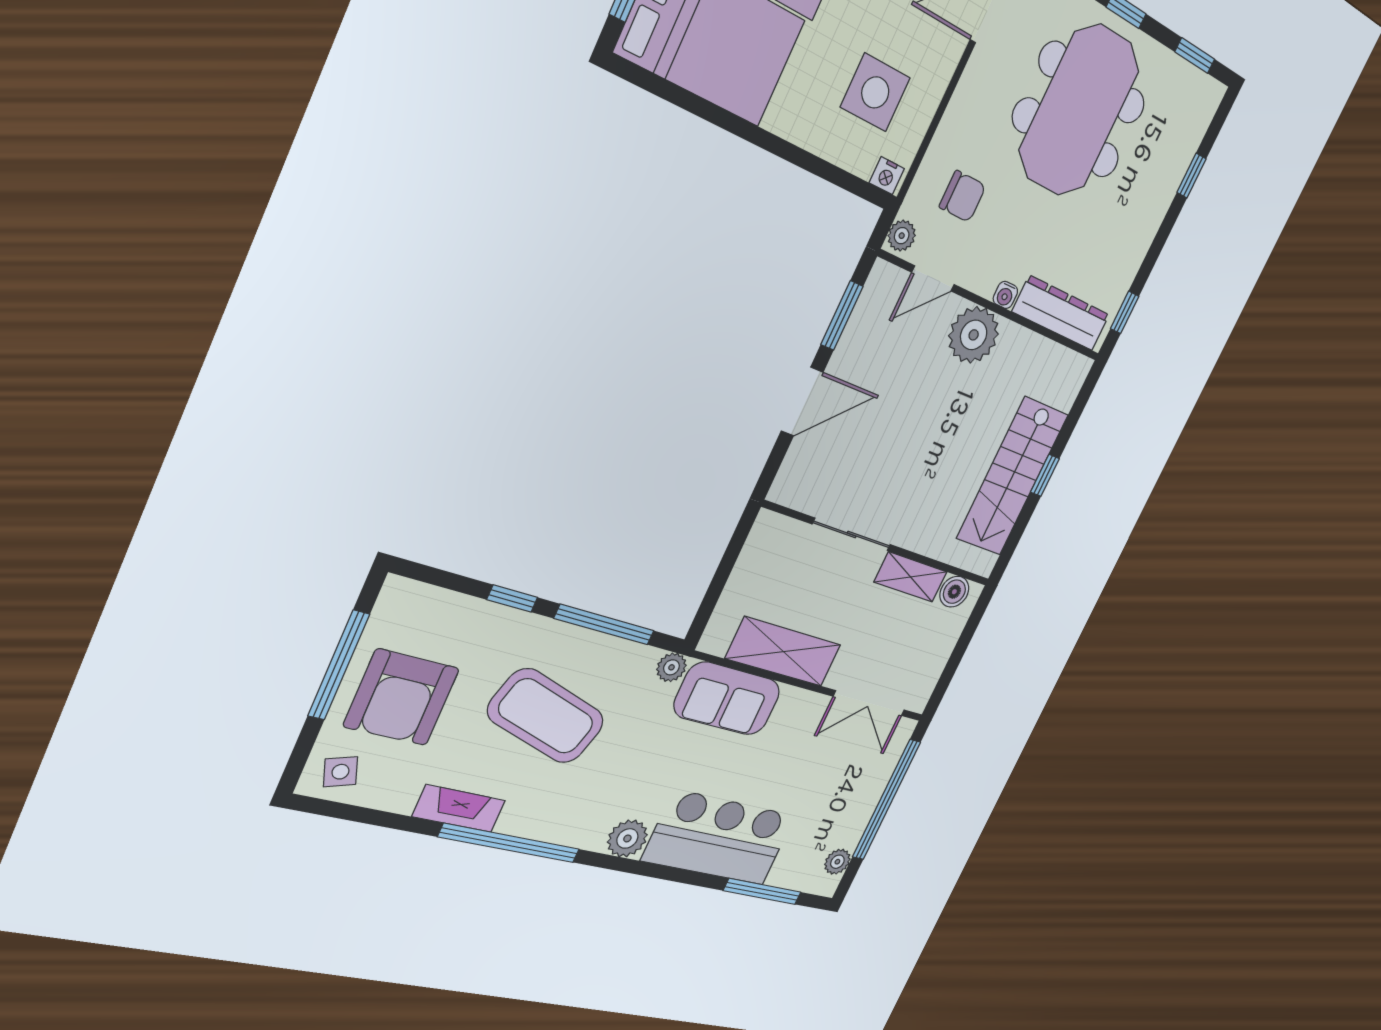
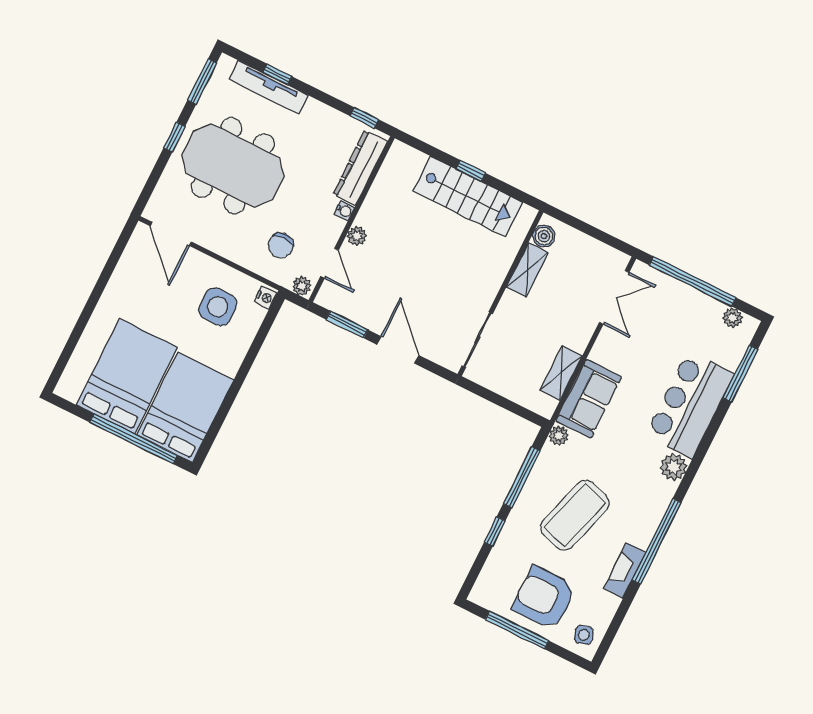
window: (1195, 56) -> (202, 82), width x1.50
tv unit: (1177, 163) -> (269, 87), added
chair: (963, 196) -> (281, 245), turned 180
plant: (974, 335) -> (357, 236), width x0.53, depth x0.53
sliding door: (852, 534) -> (477, 340), moved
shelving: (783, 652) -> (561, 373), width x0.67, depth x0.75
armchair: (401, 697) -> (544, 598), turned 180

